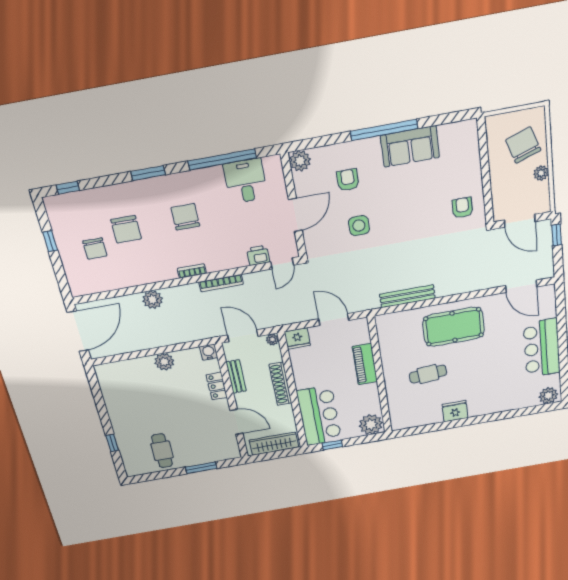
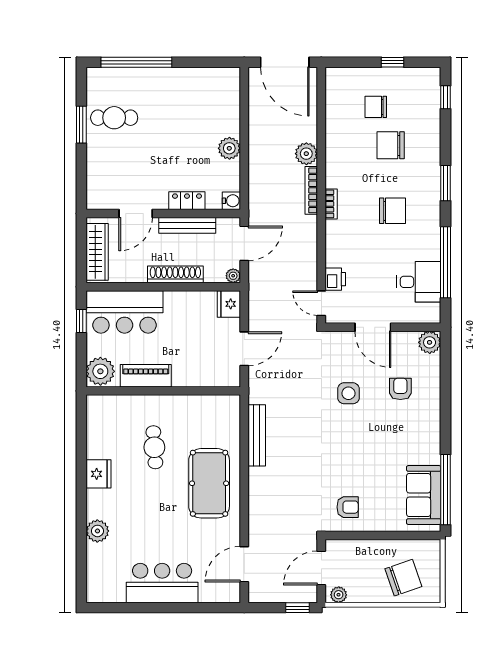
window: (384, 130) -> (446, 490), moved
sofa: (410, 146) -> (424, 495), moved
plant: (541, 173) -> (339, 595), moved
armchair: (348, 180) -> (400, 389), turned -90
bookcase: (221, 283) -> (311, 190), moved
piano: (365, 364) -> (146, 376), moved
bench: (236, 376) -> (187, 225), width x1.36
plant: (548, 396) -> (97, 531), moved
window: (112, 443) -> (136, 62), width x3.17
window: (201, 468) -> (81, 125), moved

